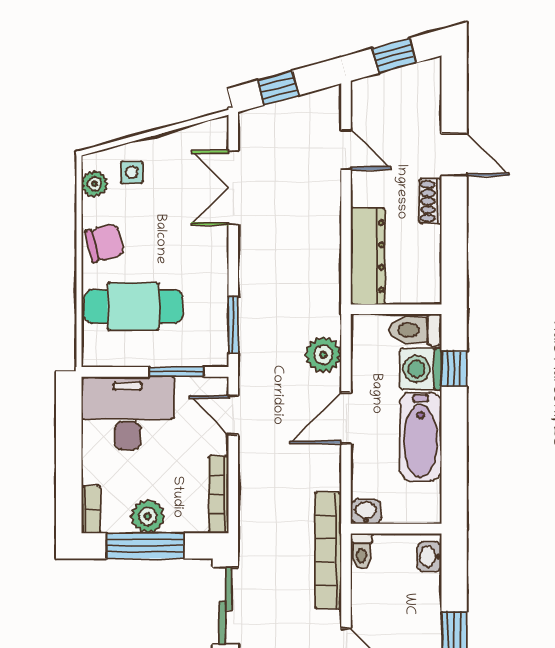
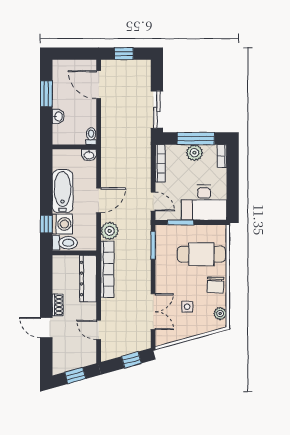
side table: (132, 172) -> (187, 307), moved
chair: (104, 243) -> (215, 285), turned -74
bookcase: (328, 550) -> (107, 269), moved
washbasin: (429, 556) -> (58, 116), moved

